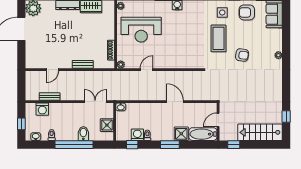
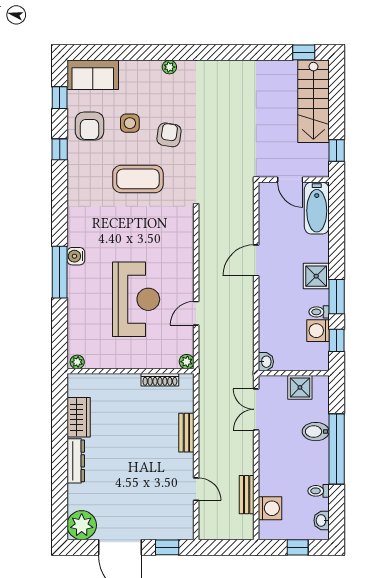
side table: (222, 13) -> (130, 123), moved
reception desk: (141, 30) -> (136, 299), moved
window: (21, 54) -> (167, 547), added
door: (147, 70) -> (196, 313), hinge flipped
window: (286, 116) -> (304, 52), moved
shower: (181, 134) -> (316, 276), moved
window: (170, 145) -> (337, 297), moved

